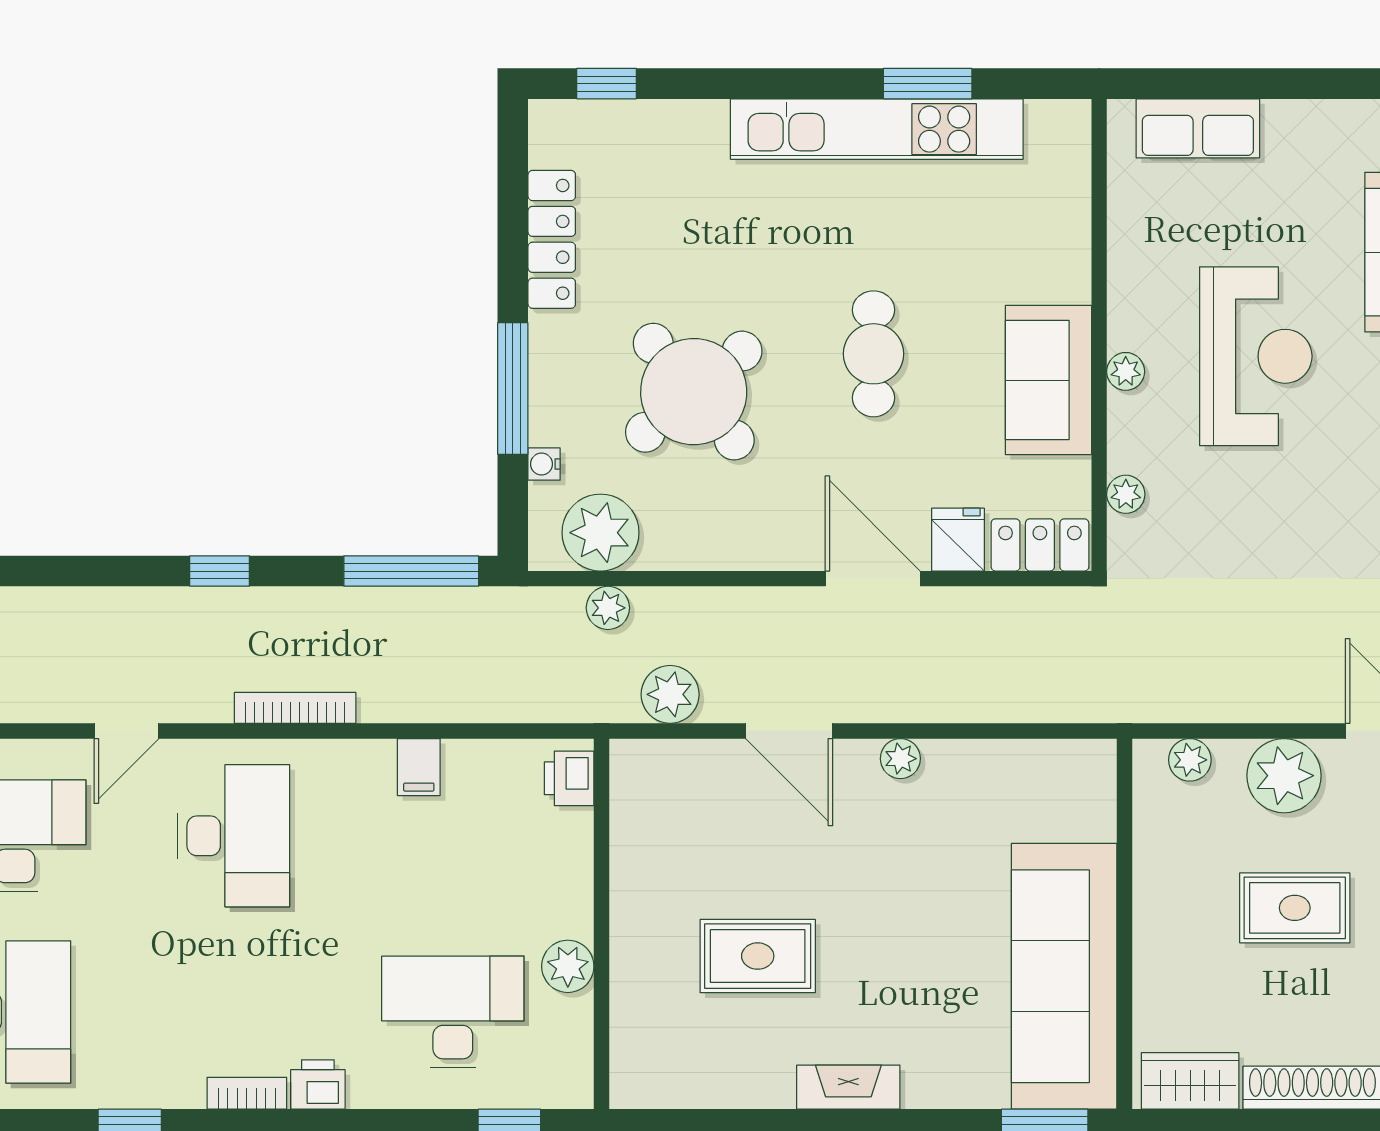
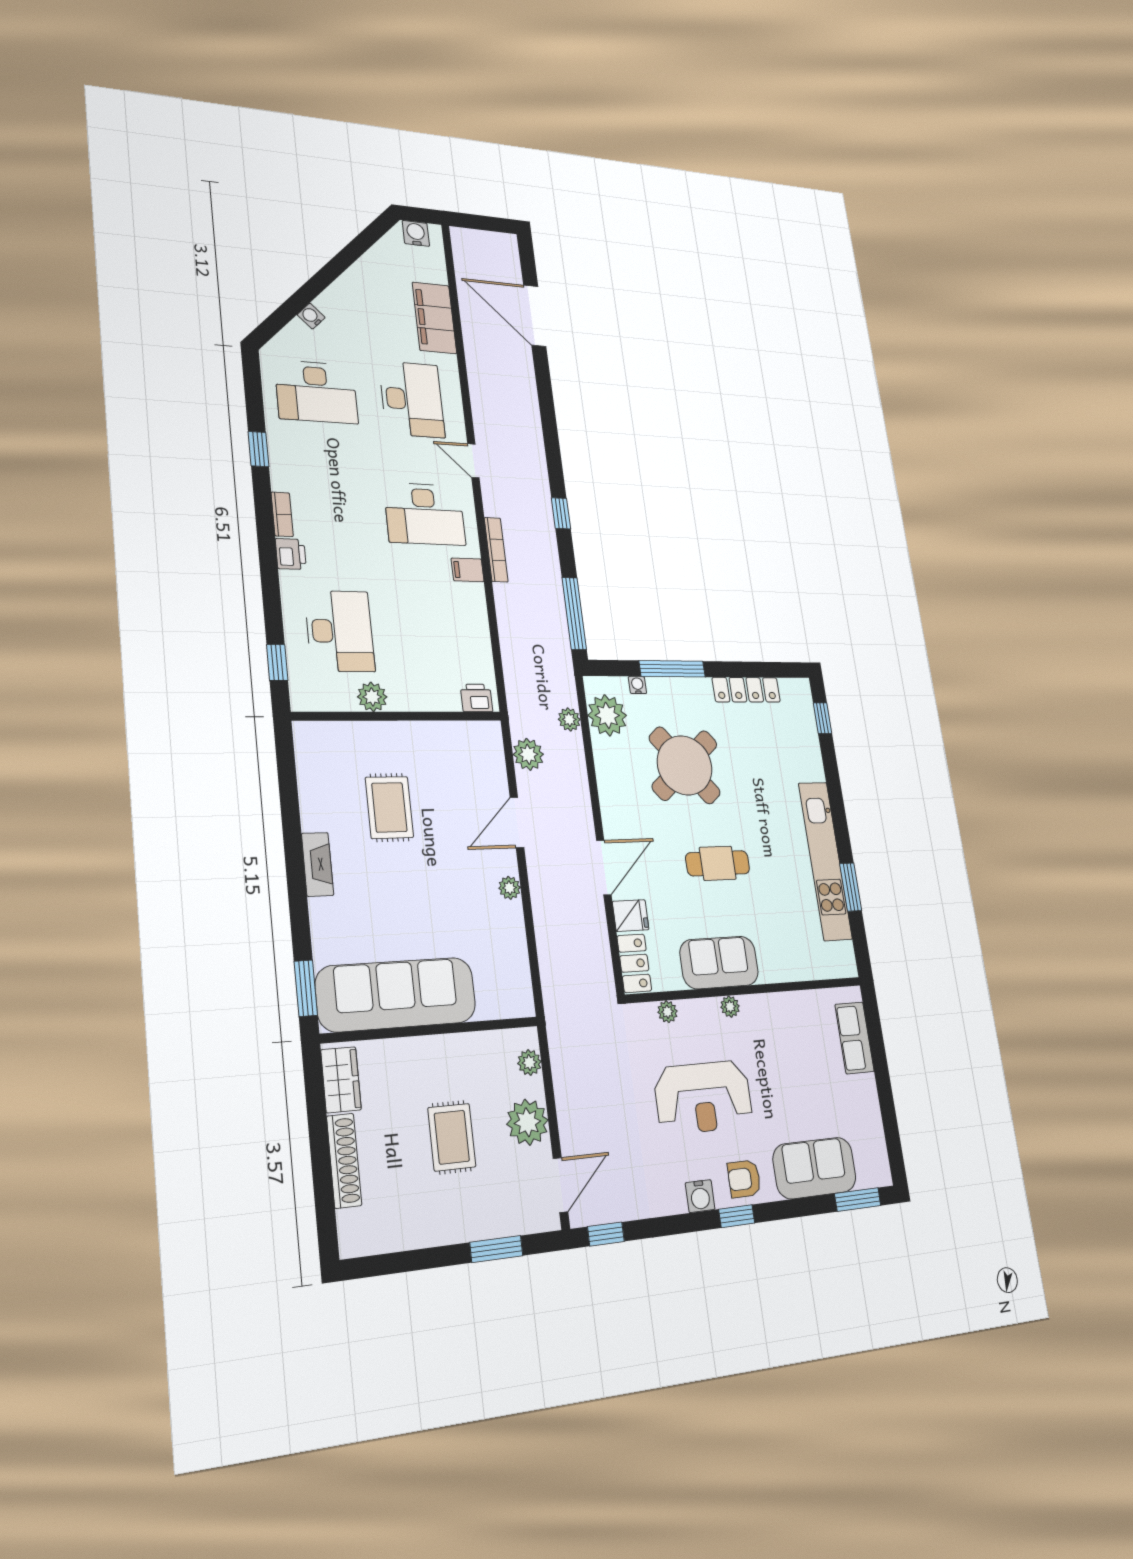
reception desk: (1256, 356) -> (703, 1097), moved
filing cabinet: (419, 767) -> (468, 570), moved

